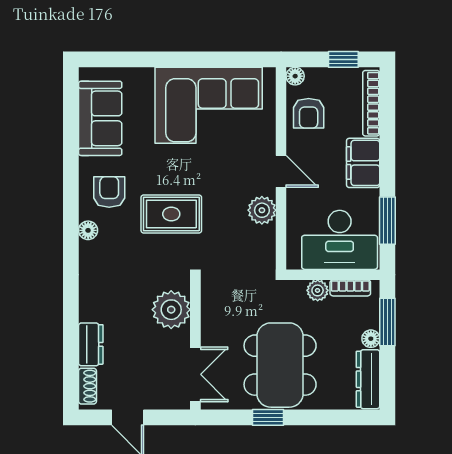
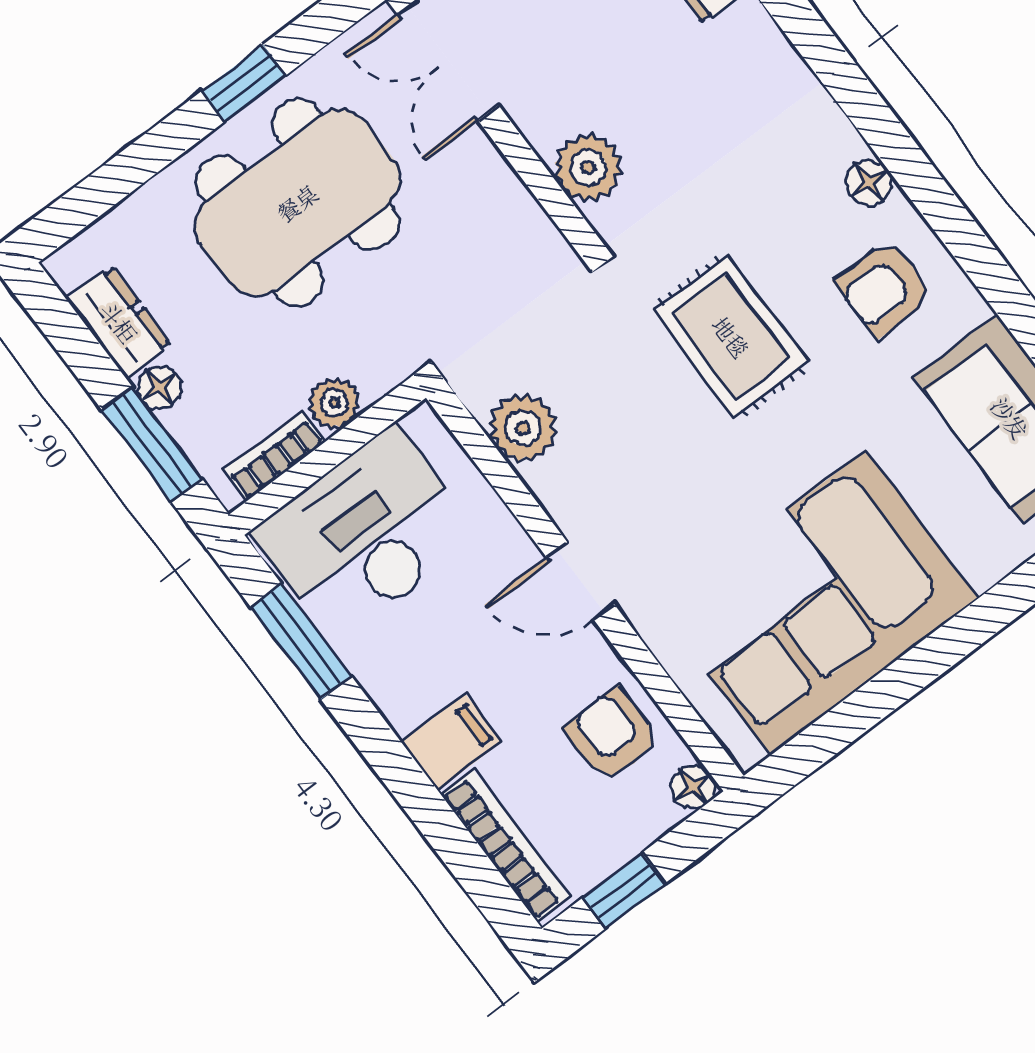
filing cabinet: (363, 163) -> (451, 742), width x0.50
armchair: (109, 192) -> (884, 288), turned 90
plant: (262, 210) -> (523, 428), moved
rug: (171, 214) -> (731, 337), turned 90
plant: (171, 310) -> (588, 168), width x0.73, depth x0.73
dining table: (280, 365) -> (297, 203), turned 90
dresser: (368, 379) -> (119, 322), width x0.70

